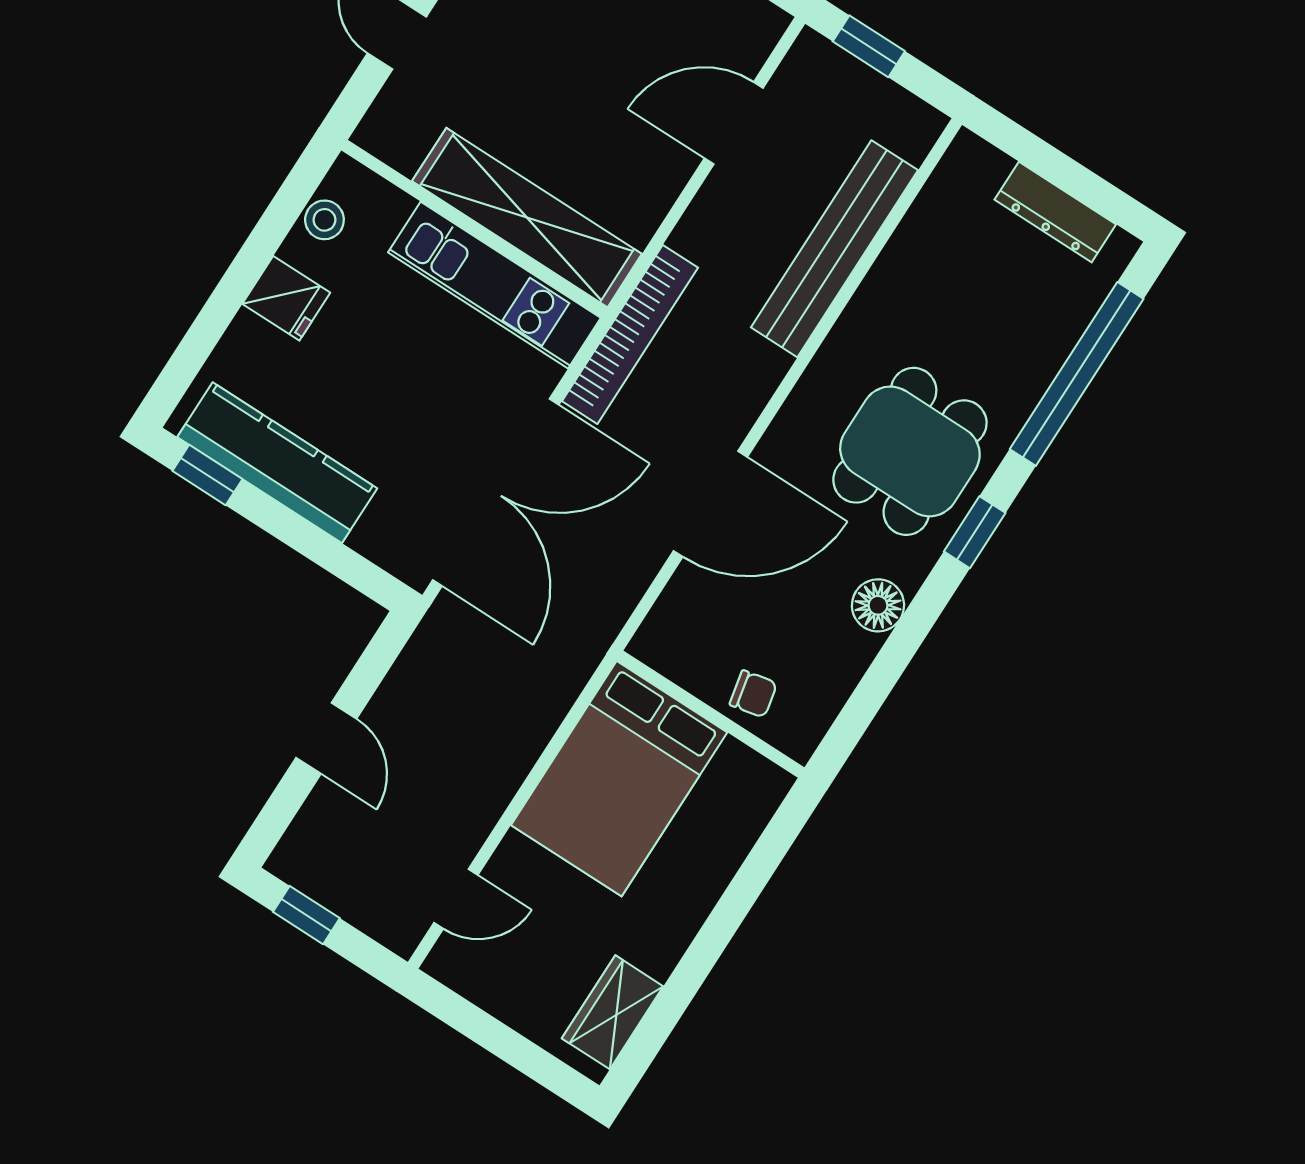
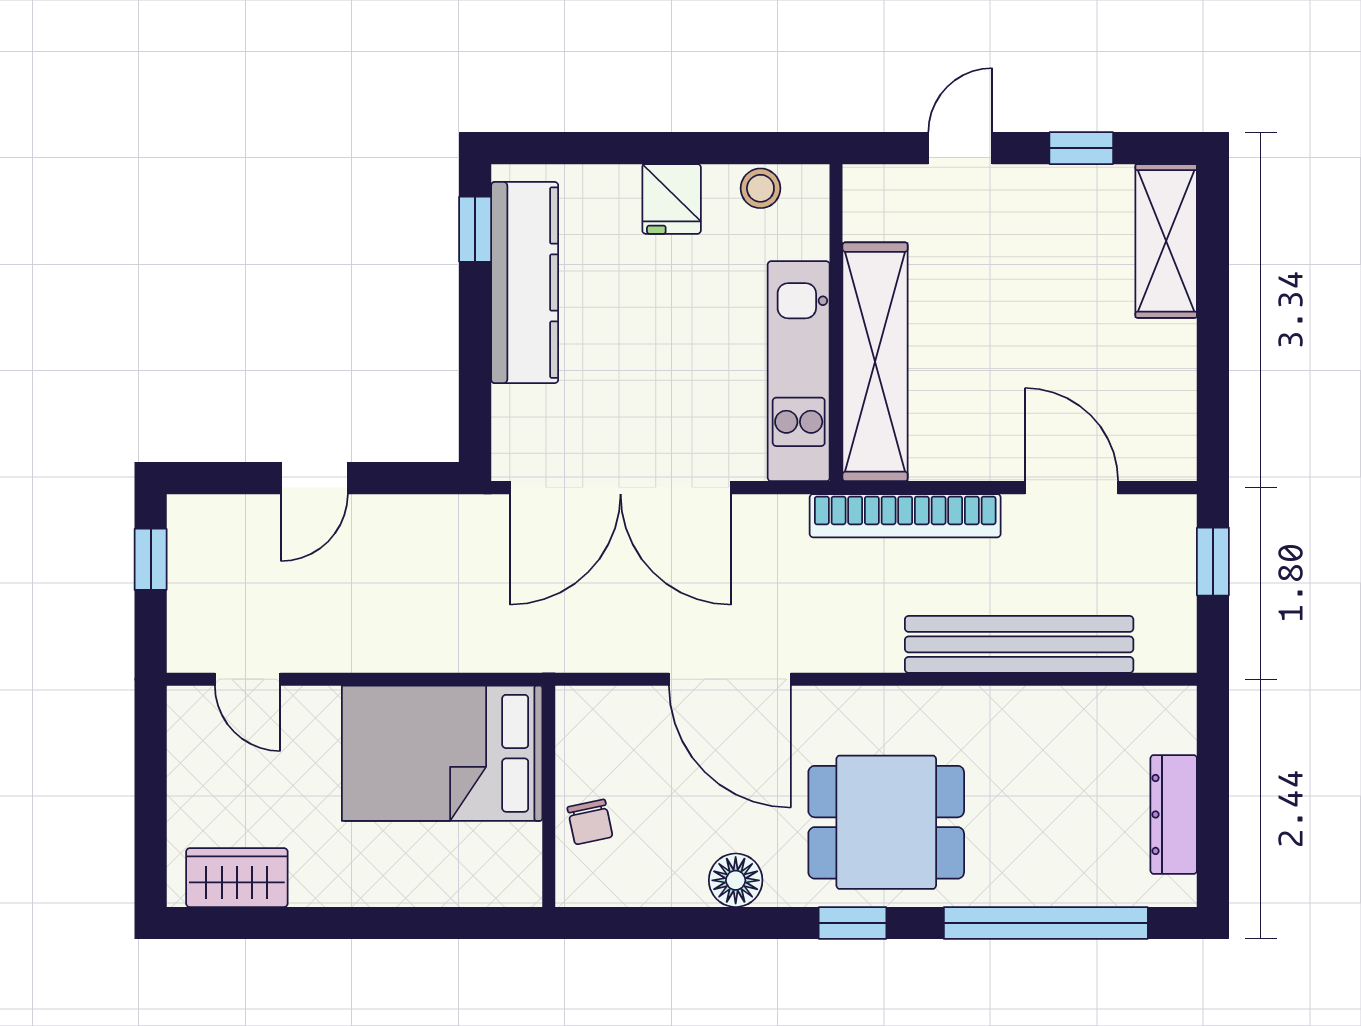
bookcase: (630, 334) -> (905, 516), moved

